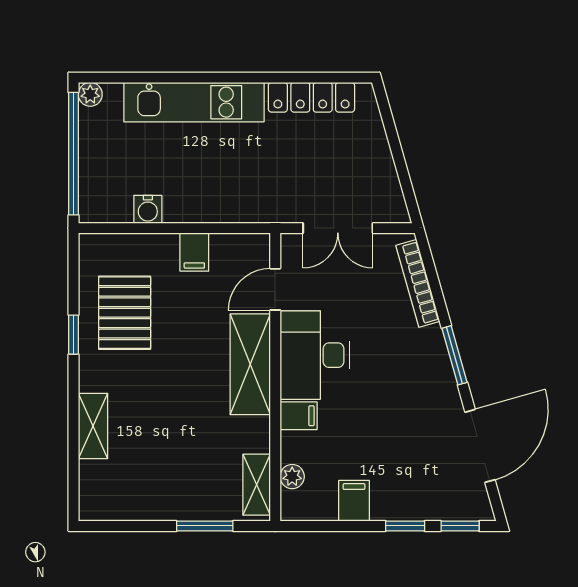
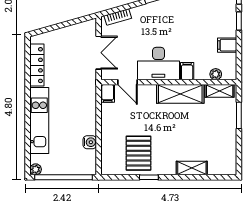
filing cabinet: (194, 252) -> (108, 93), moved, turned 90
bookcase: (418, 283) -> (118, 17), width x0.64
pallet: (125, 313) -> (138, 153), turned 90
shelving: (250, 364) -> (180, 94), moved

